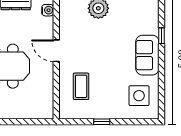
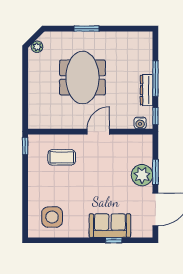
sofa: (147, 55) -> (110, 226), moved
window: (102, 122) -> (25, 146), moved

